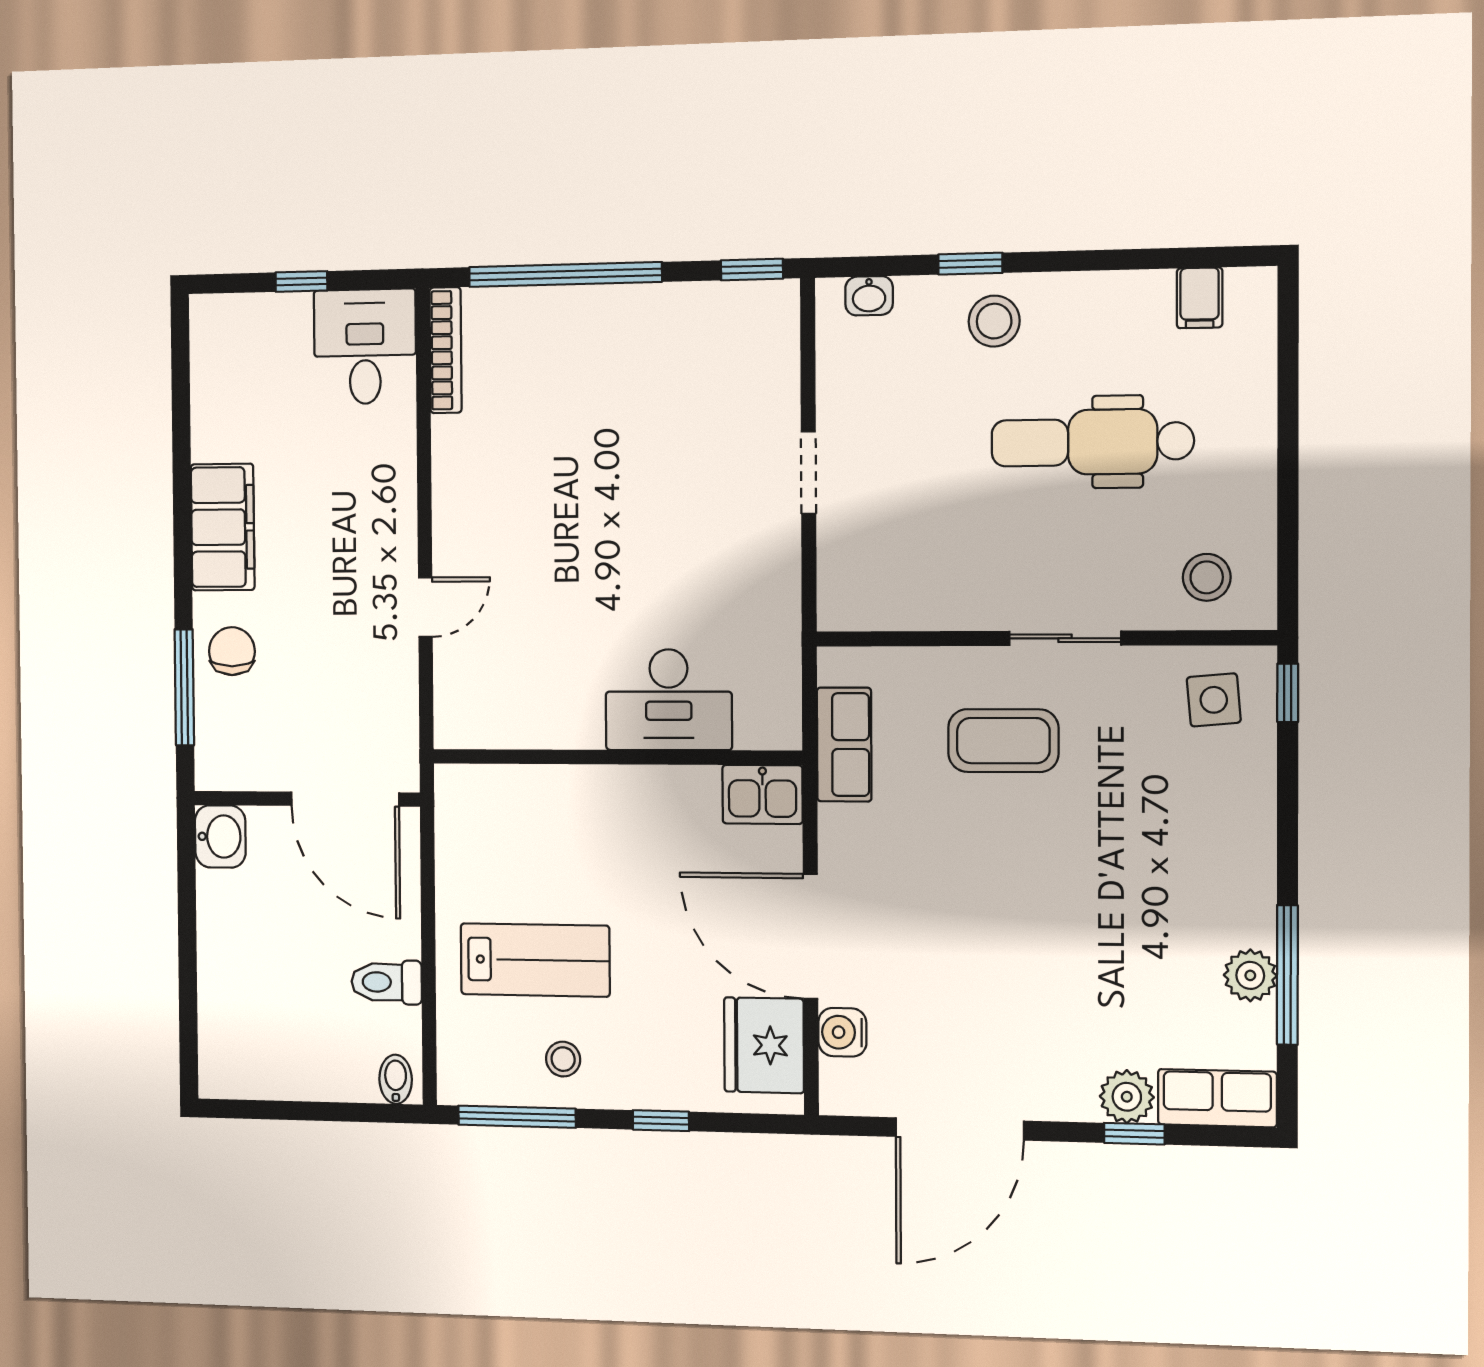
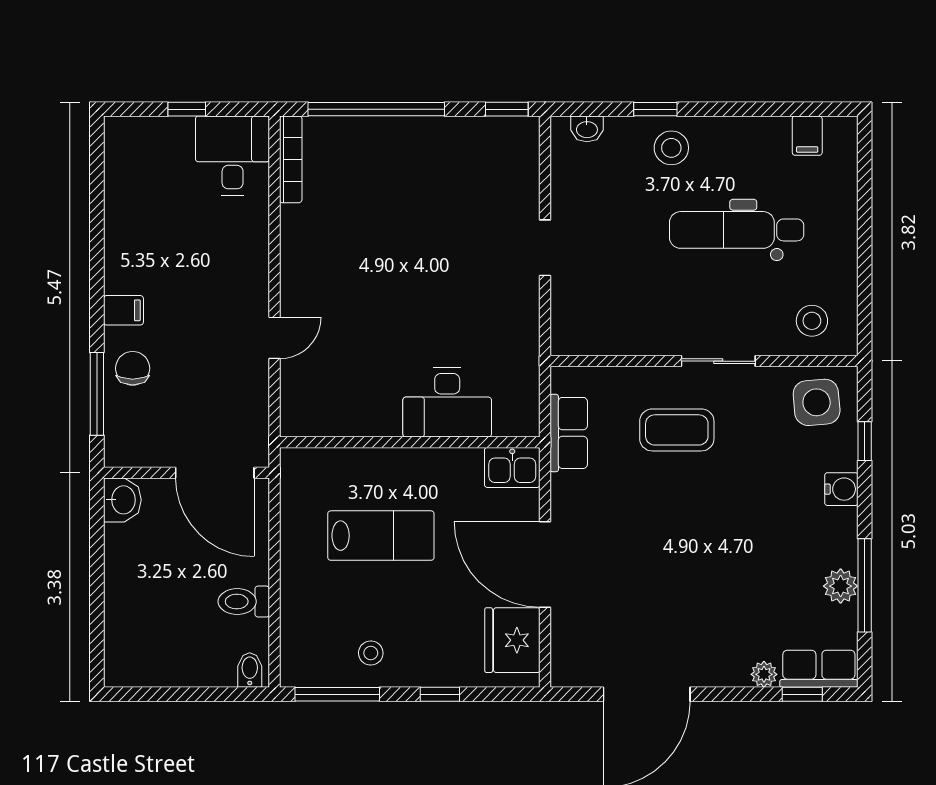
filing cabinet: (223, 527) -> (123, 310), width x0.33, depth x0.86
window: (1288, 693) -> (865, 441), moved
side table: (1214, 700) -> (817, 402), width x1.37, depth x1.37
lab bench: (535, 960) -> (381, 536), moved
water cooler: (842, 1032) -> (841, 489), moved, turned 180
plant: (1127, 1097) -> (764, 674), width x0.73, depth x0.73
window: (1134, 1134) -> (802, 694), moved

